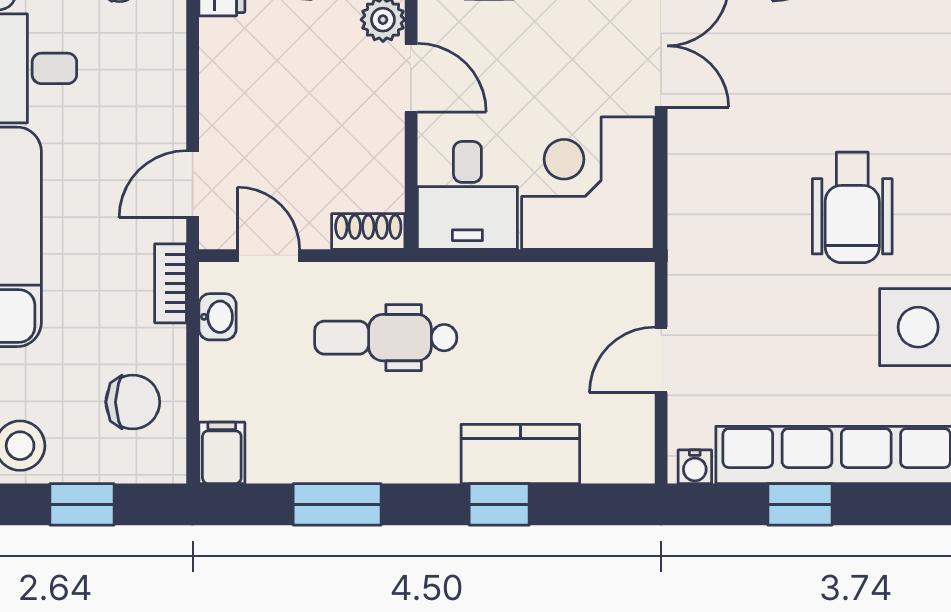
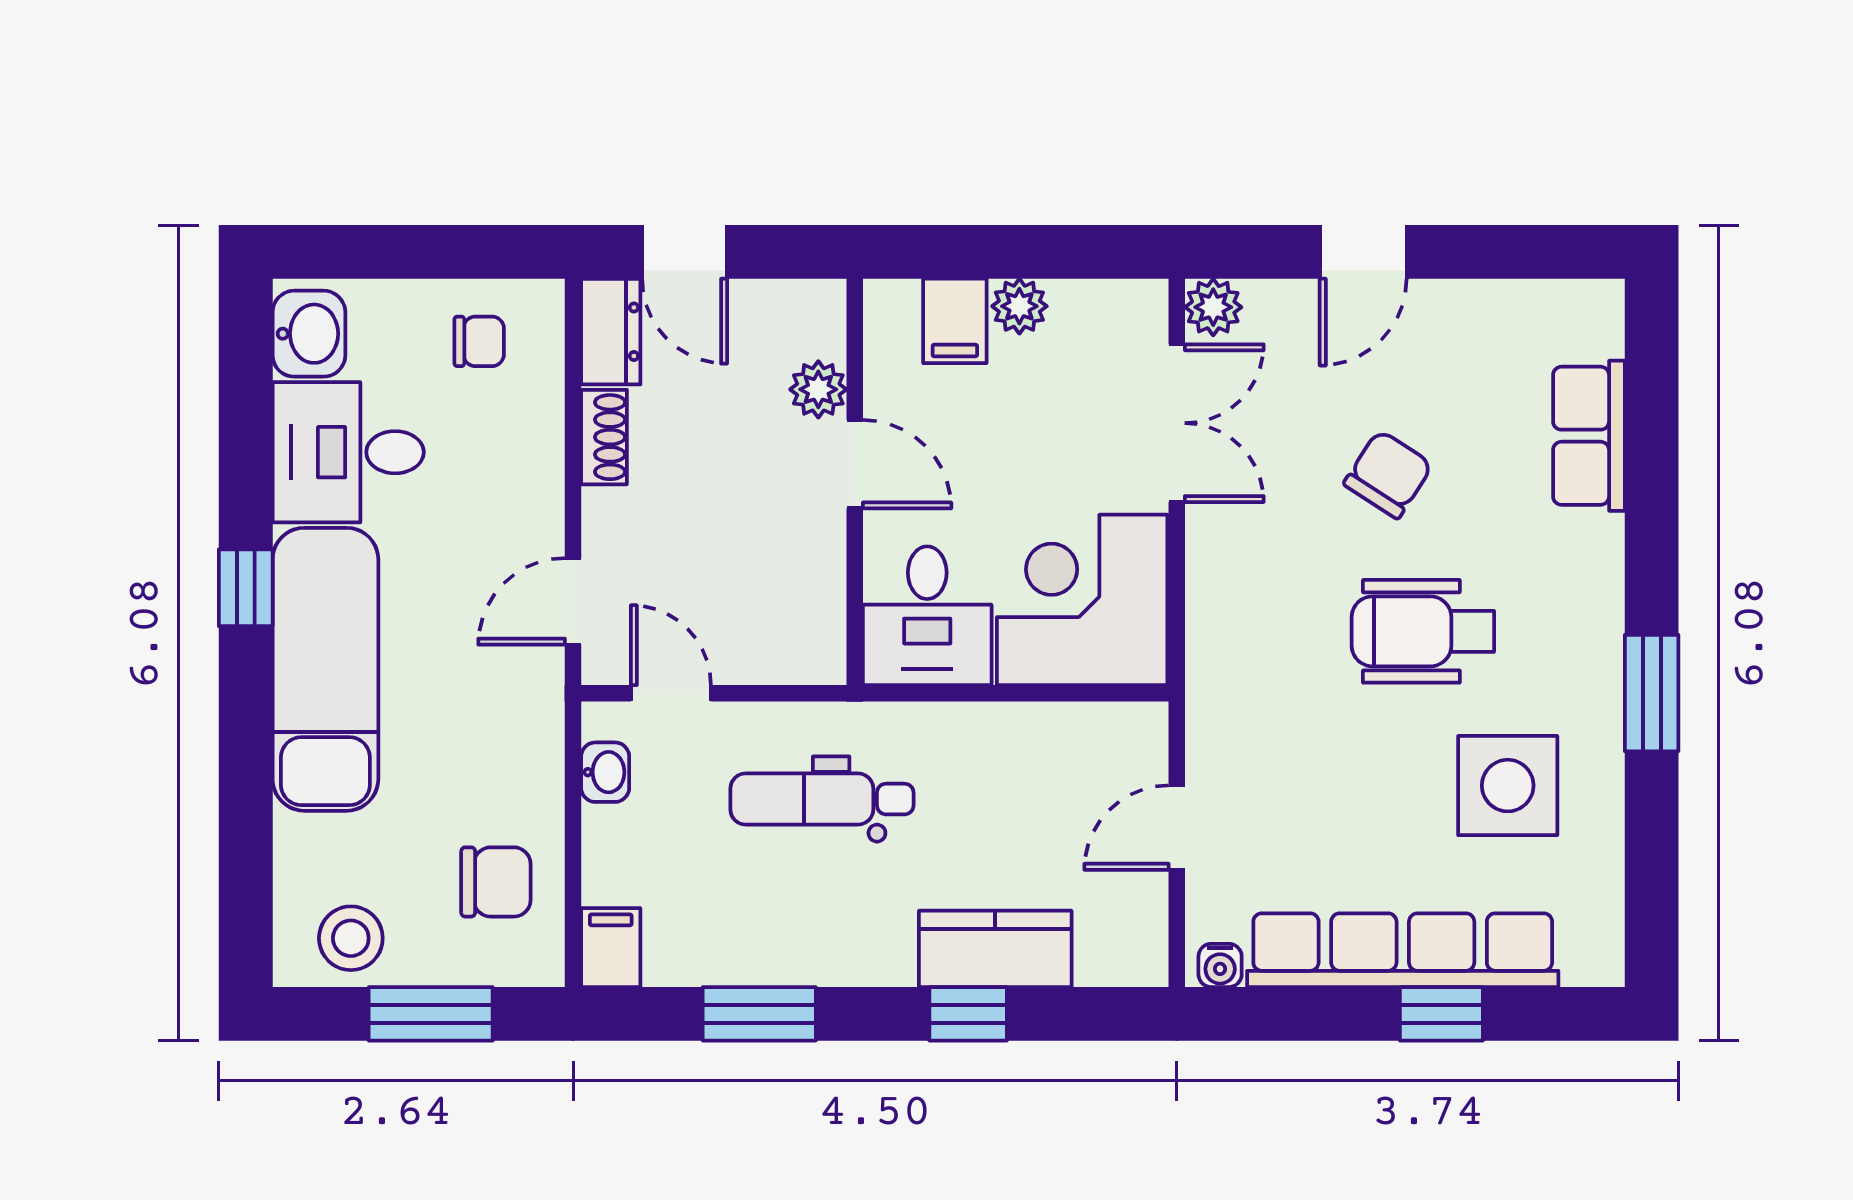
chair: (825, 86) -> (1388, 474), added
wheelchair: (852, 207) -> (1423, 631), turned 90
shoe rack: (368, 231) -> (604, 437), moved, turned 90
bookcase: (170, 283) -> (545, 729), removed
window: (82, 504) -> (431, 1014), width x1.50
window: (800, 504) -> (1441, 1014), moved

